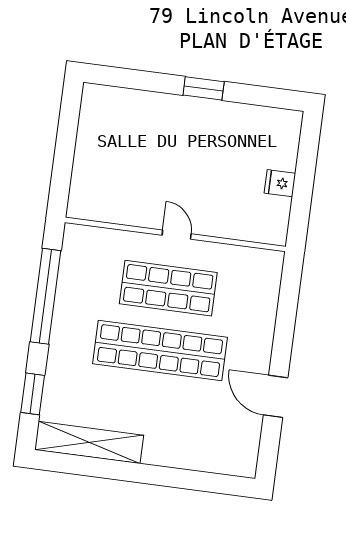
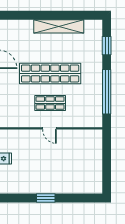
shop shelf: (168, 288) -> (50, 103), width x0.70, depth x0.74
shelving: (89, 442) -> (59, 26), moved

